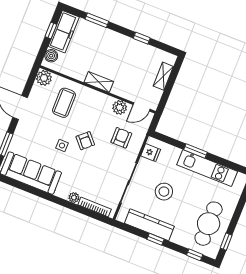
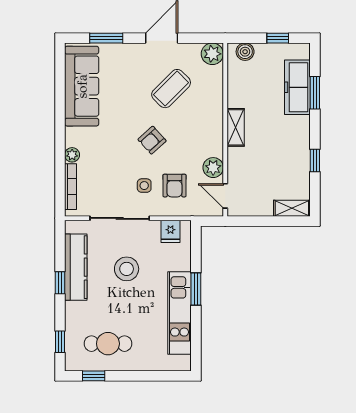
freezer: (64, 32) -> (297, 87), moved, turned 90
shelving: (163, 76) -> (292, 208), moved
coffee table: (64, 103) -> (171, 89), moved, turned -45
armchair: (121, 138) -> (174, 186), turned 90
side table: (62, 145) -> (144, 186), moved
cafe table: (209, 224) -> (108, 344), width x0.73, depth x0.74

